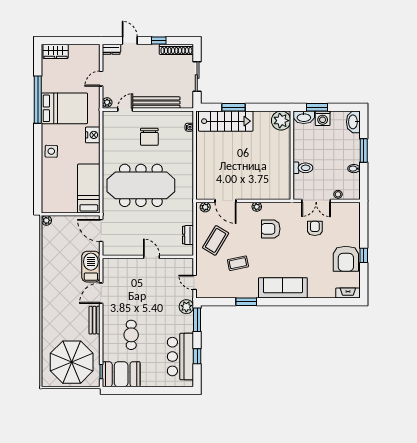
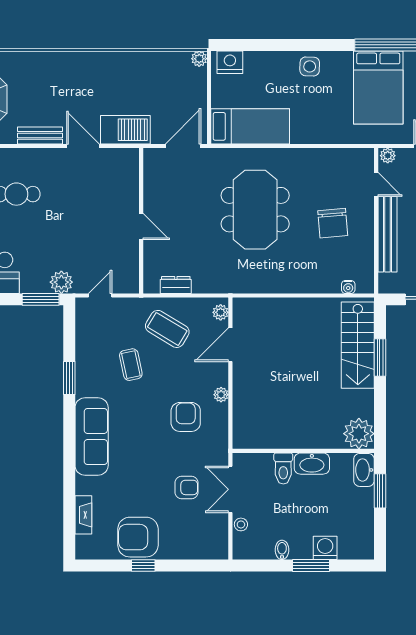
washing machine: (323, 118) -> (325, 548), moved, turned 90
washbasin: (353, 122) -> (312, 464), moved, turned 180
nightstand: (93, 135) -> (230, 62), moved, turned 180
chair: (149, 137) -> (333, 223), turned -95
meeting table: (141, 185) -> (255, 210), width x0.73
door: (152, 257) -> (141, 227), hinge flipped
fireplace: (348, 293) -> (83, 515), moved

